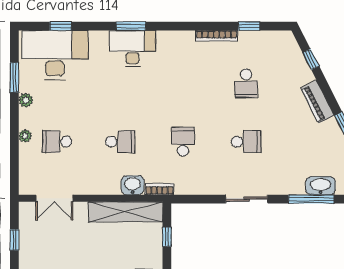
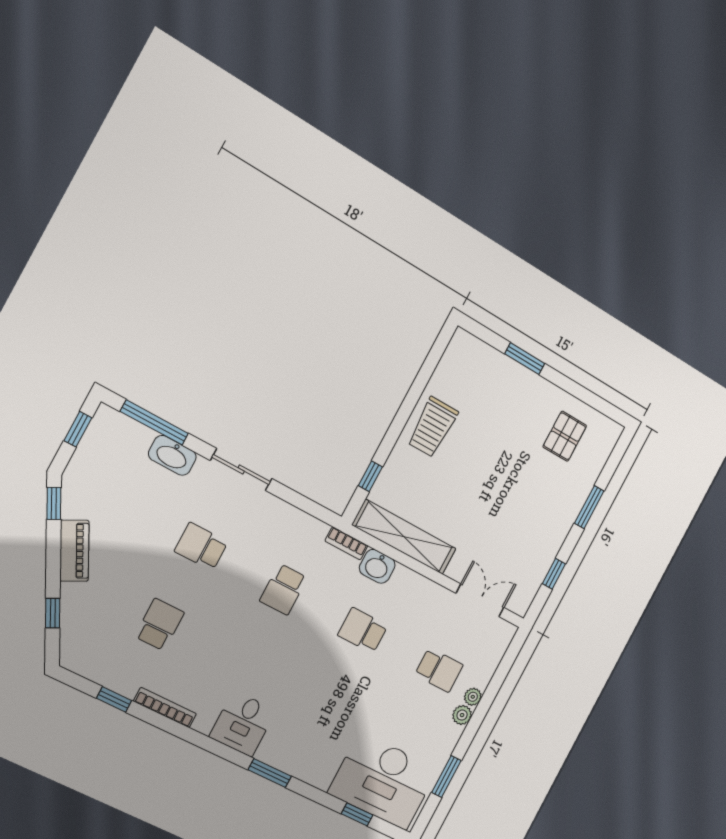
desk: (133, 48) -> (243, 724), moved, width x0.73
plant: (26, 100) -> (462, 715), moved
washbasin: (321, 186) -> (172, 455), moved

